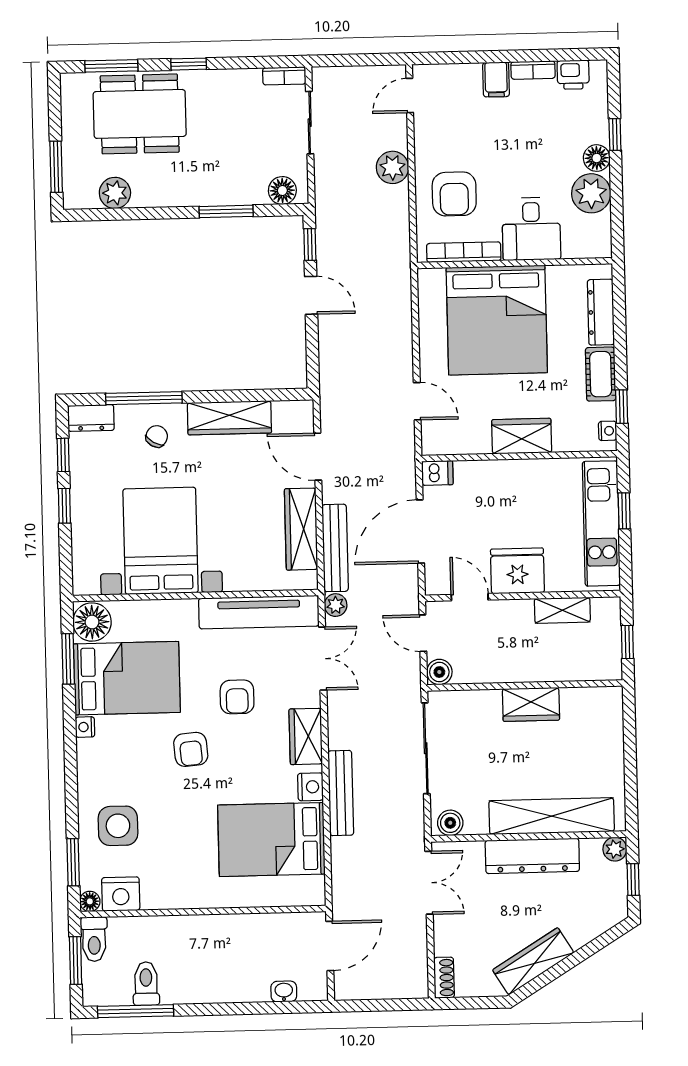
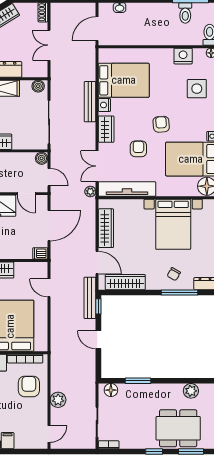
window: (310, 245) -> (98, 306), moved
wardrobe: (229, 418) -> (125, 282), moved
bench: (335, 548) -> (90, 298), moved
double door: (429, 883) -> (49, 45), moved
nightstand: (121, 894) -> (183, 56), moved

